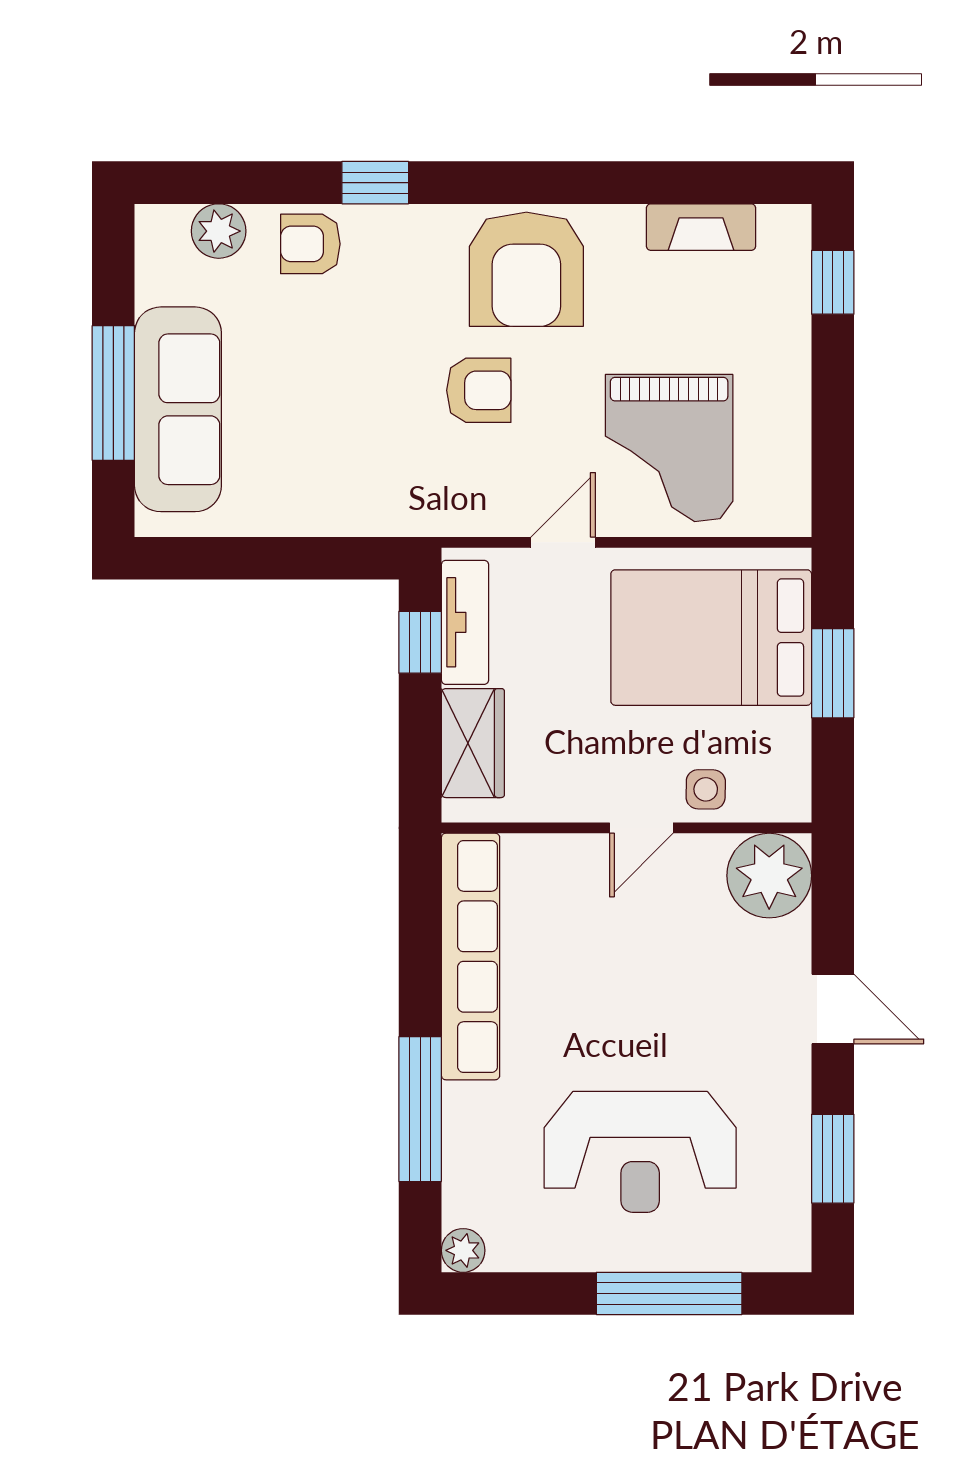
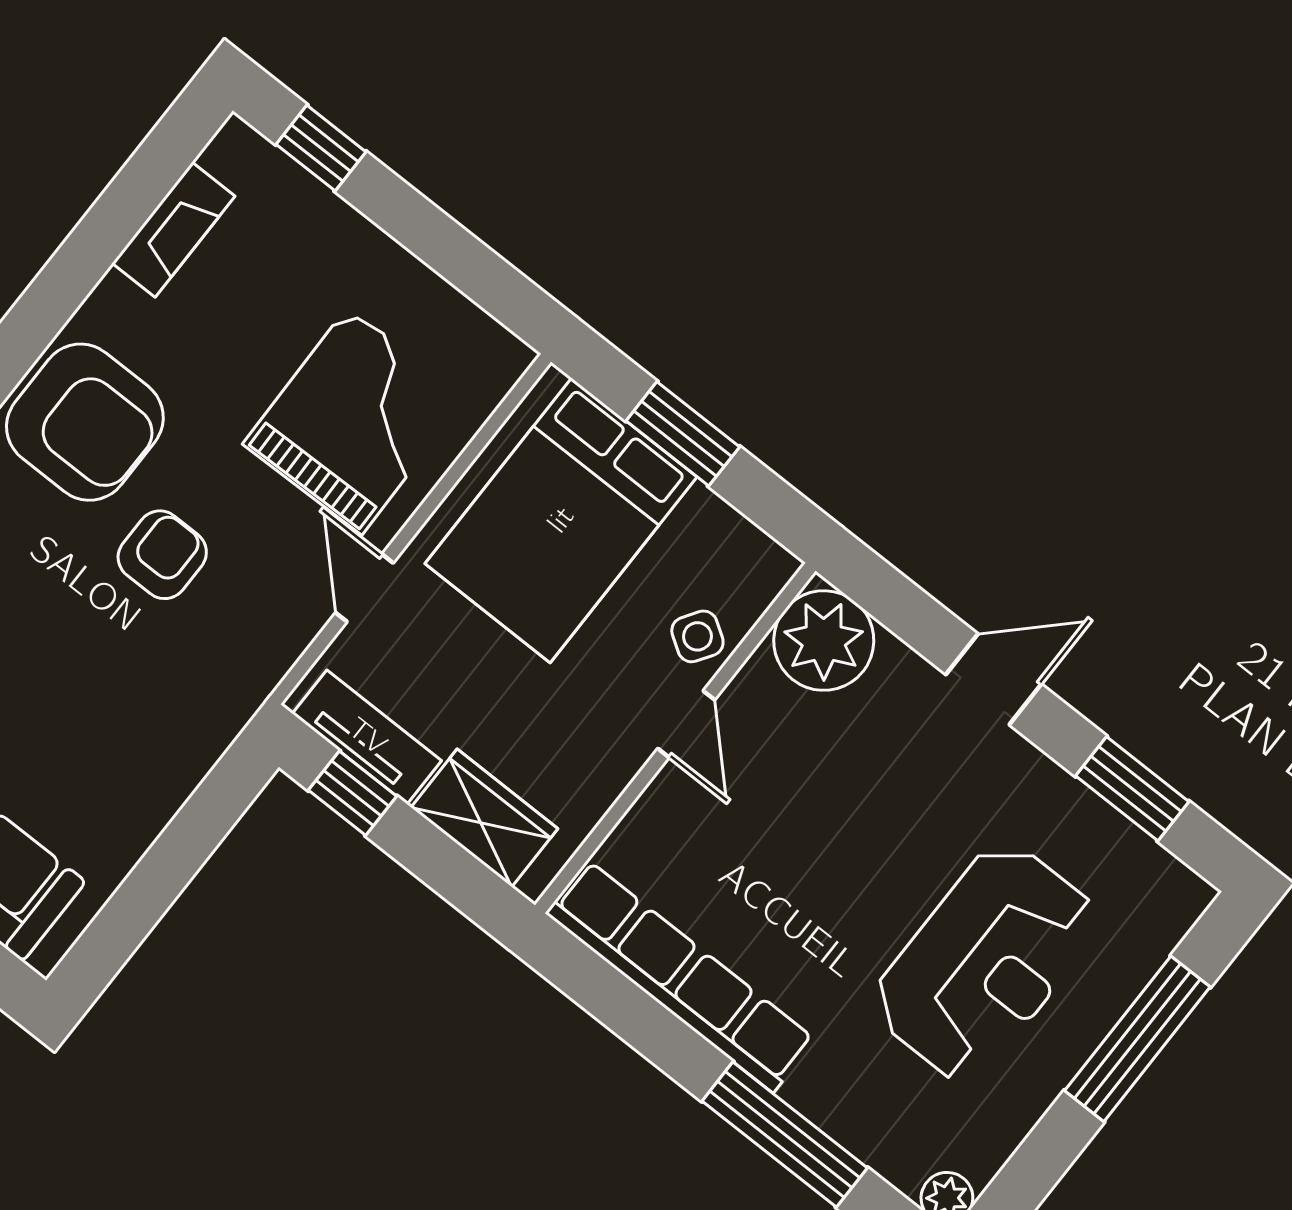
grand piano: (669, 448) -> (355, 421), turned -91
side table: (706, 789) -> (697, 636), turned 32

